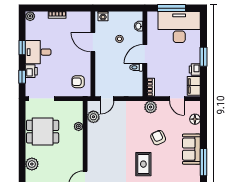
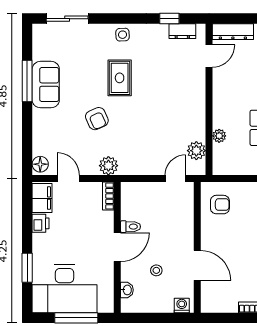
window: (203, 57) -> (27, 268), moved
floor lamp: (195, 119) -> (40, 164), moved
sofa: (191, 149) -> (46, 85), moved

